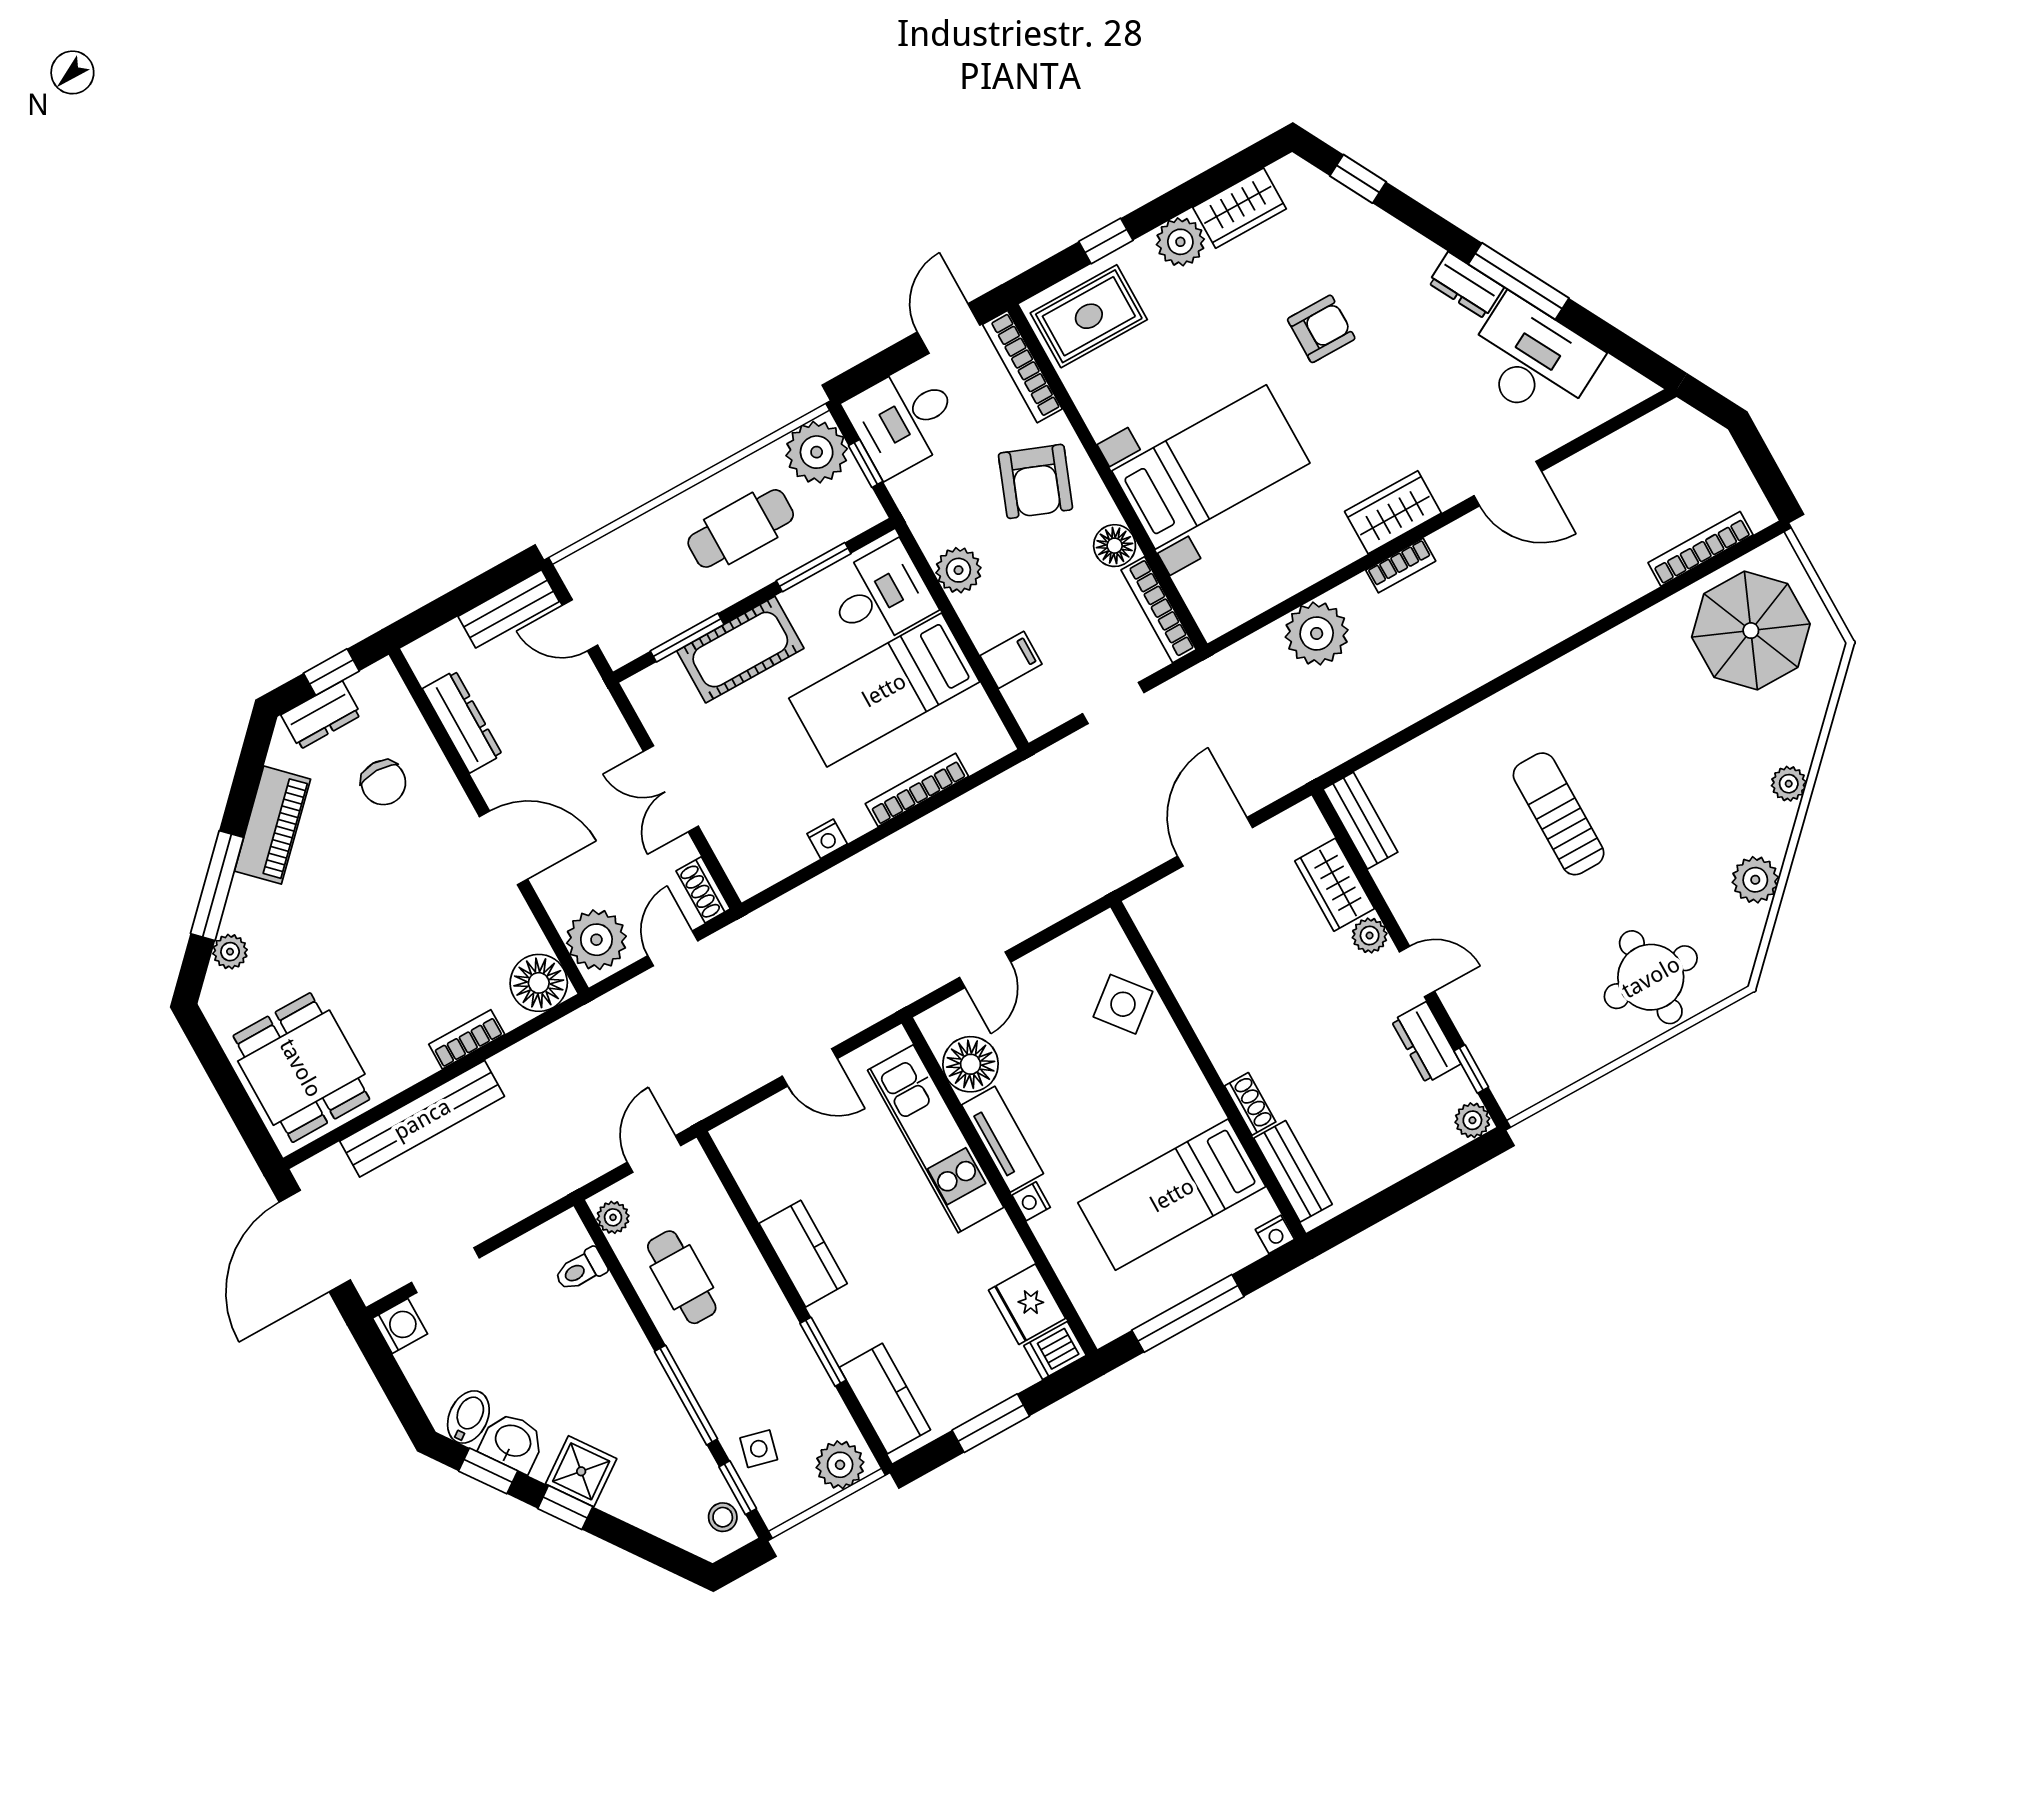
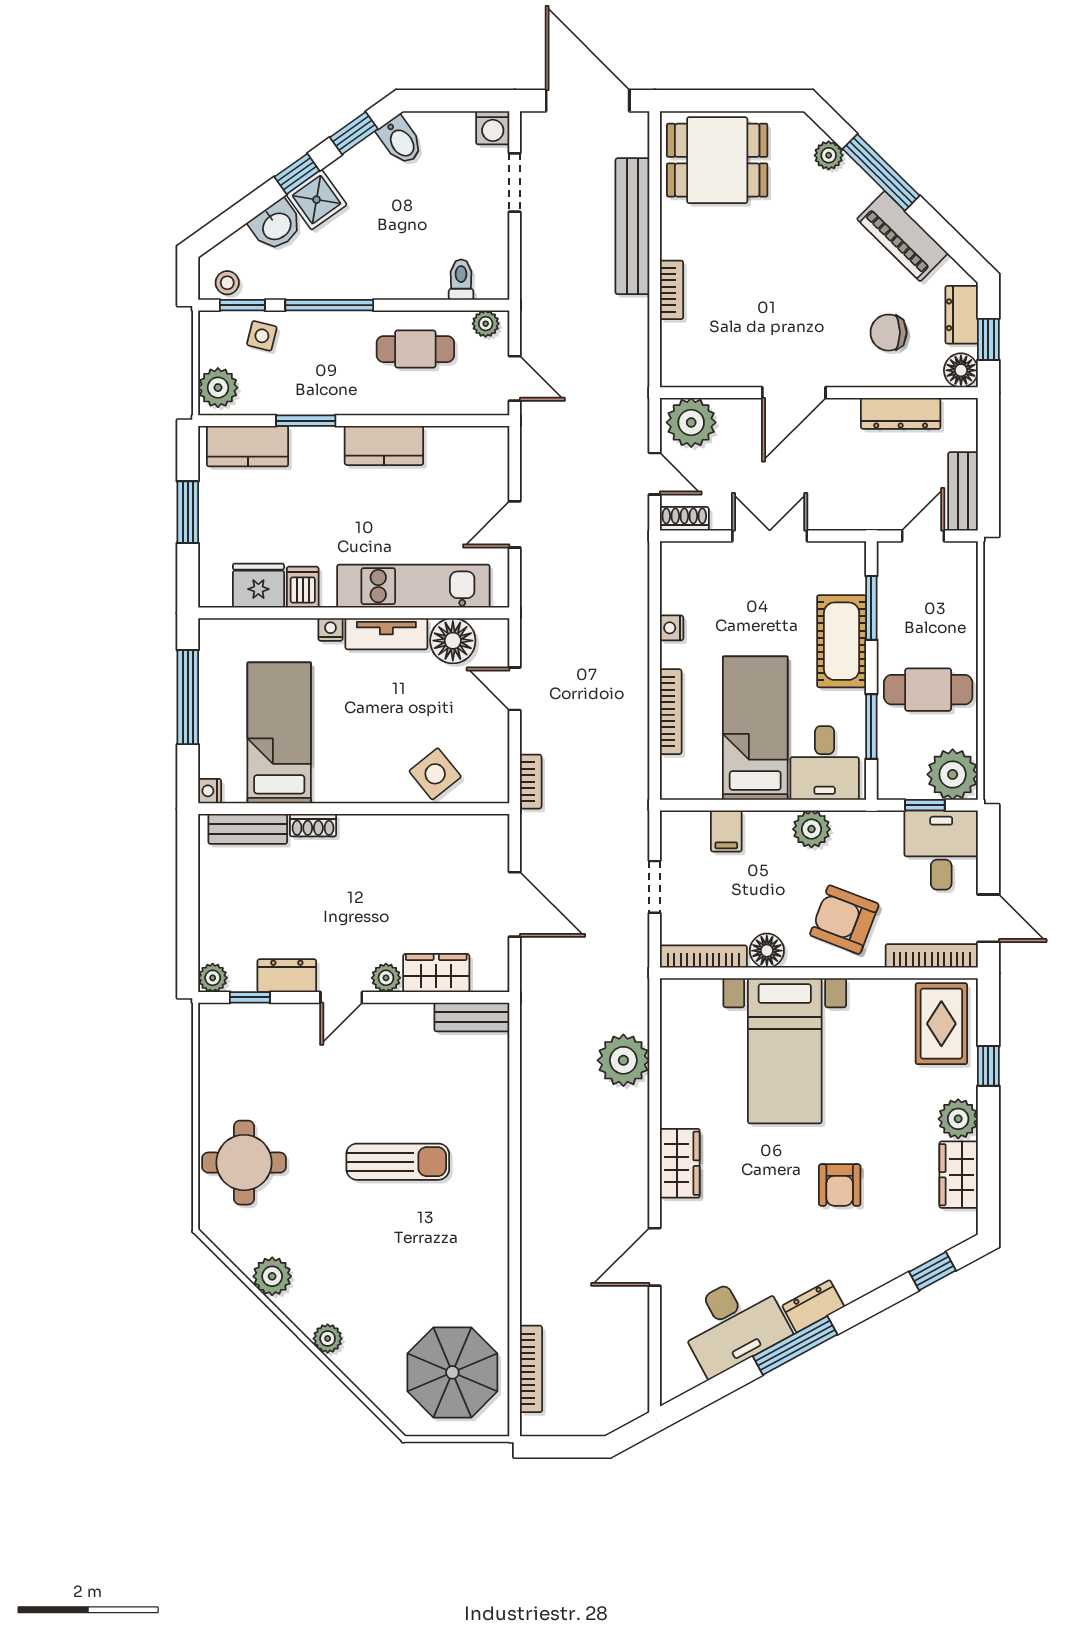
cafe table: (741, 528) -> (928, 690), turned 90
bookcase: (1401, 566) -> (531, 782), moved, turned 180
floor lamp: (539, 983) -> (961, 370), moved, width x0.73, depth x0.73
dishwasher: (1055, 1351) -> (303, 587), moved
washbasin: (512, 1442) -> (276, 225), moved

